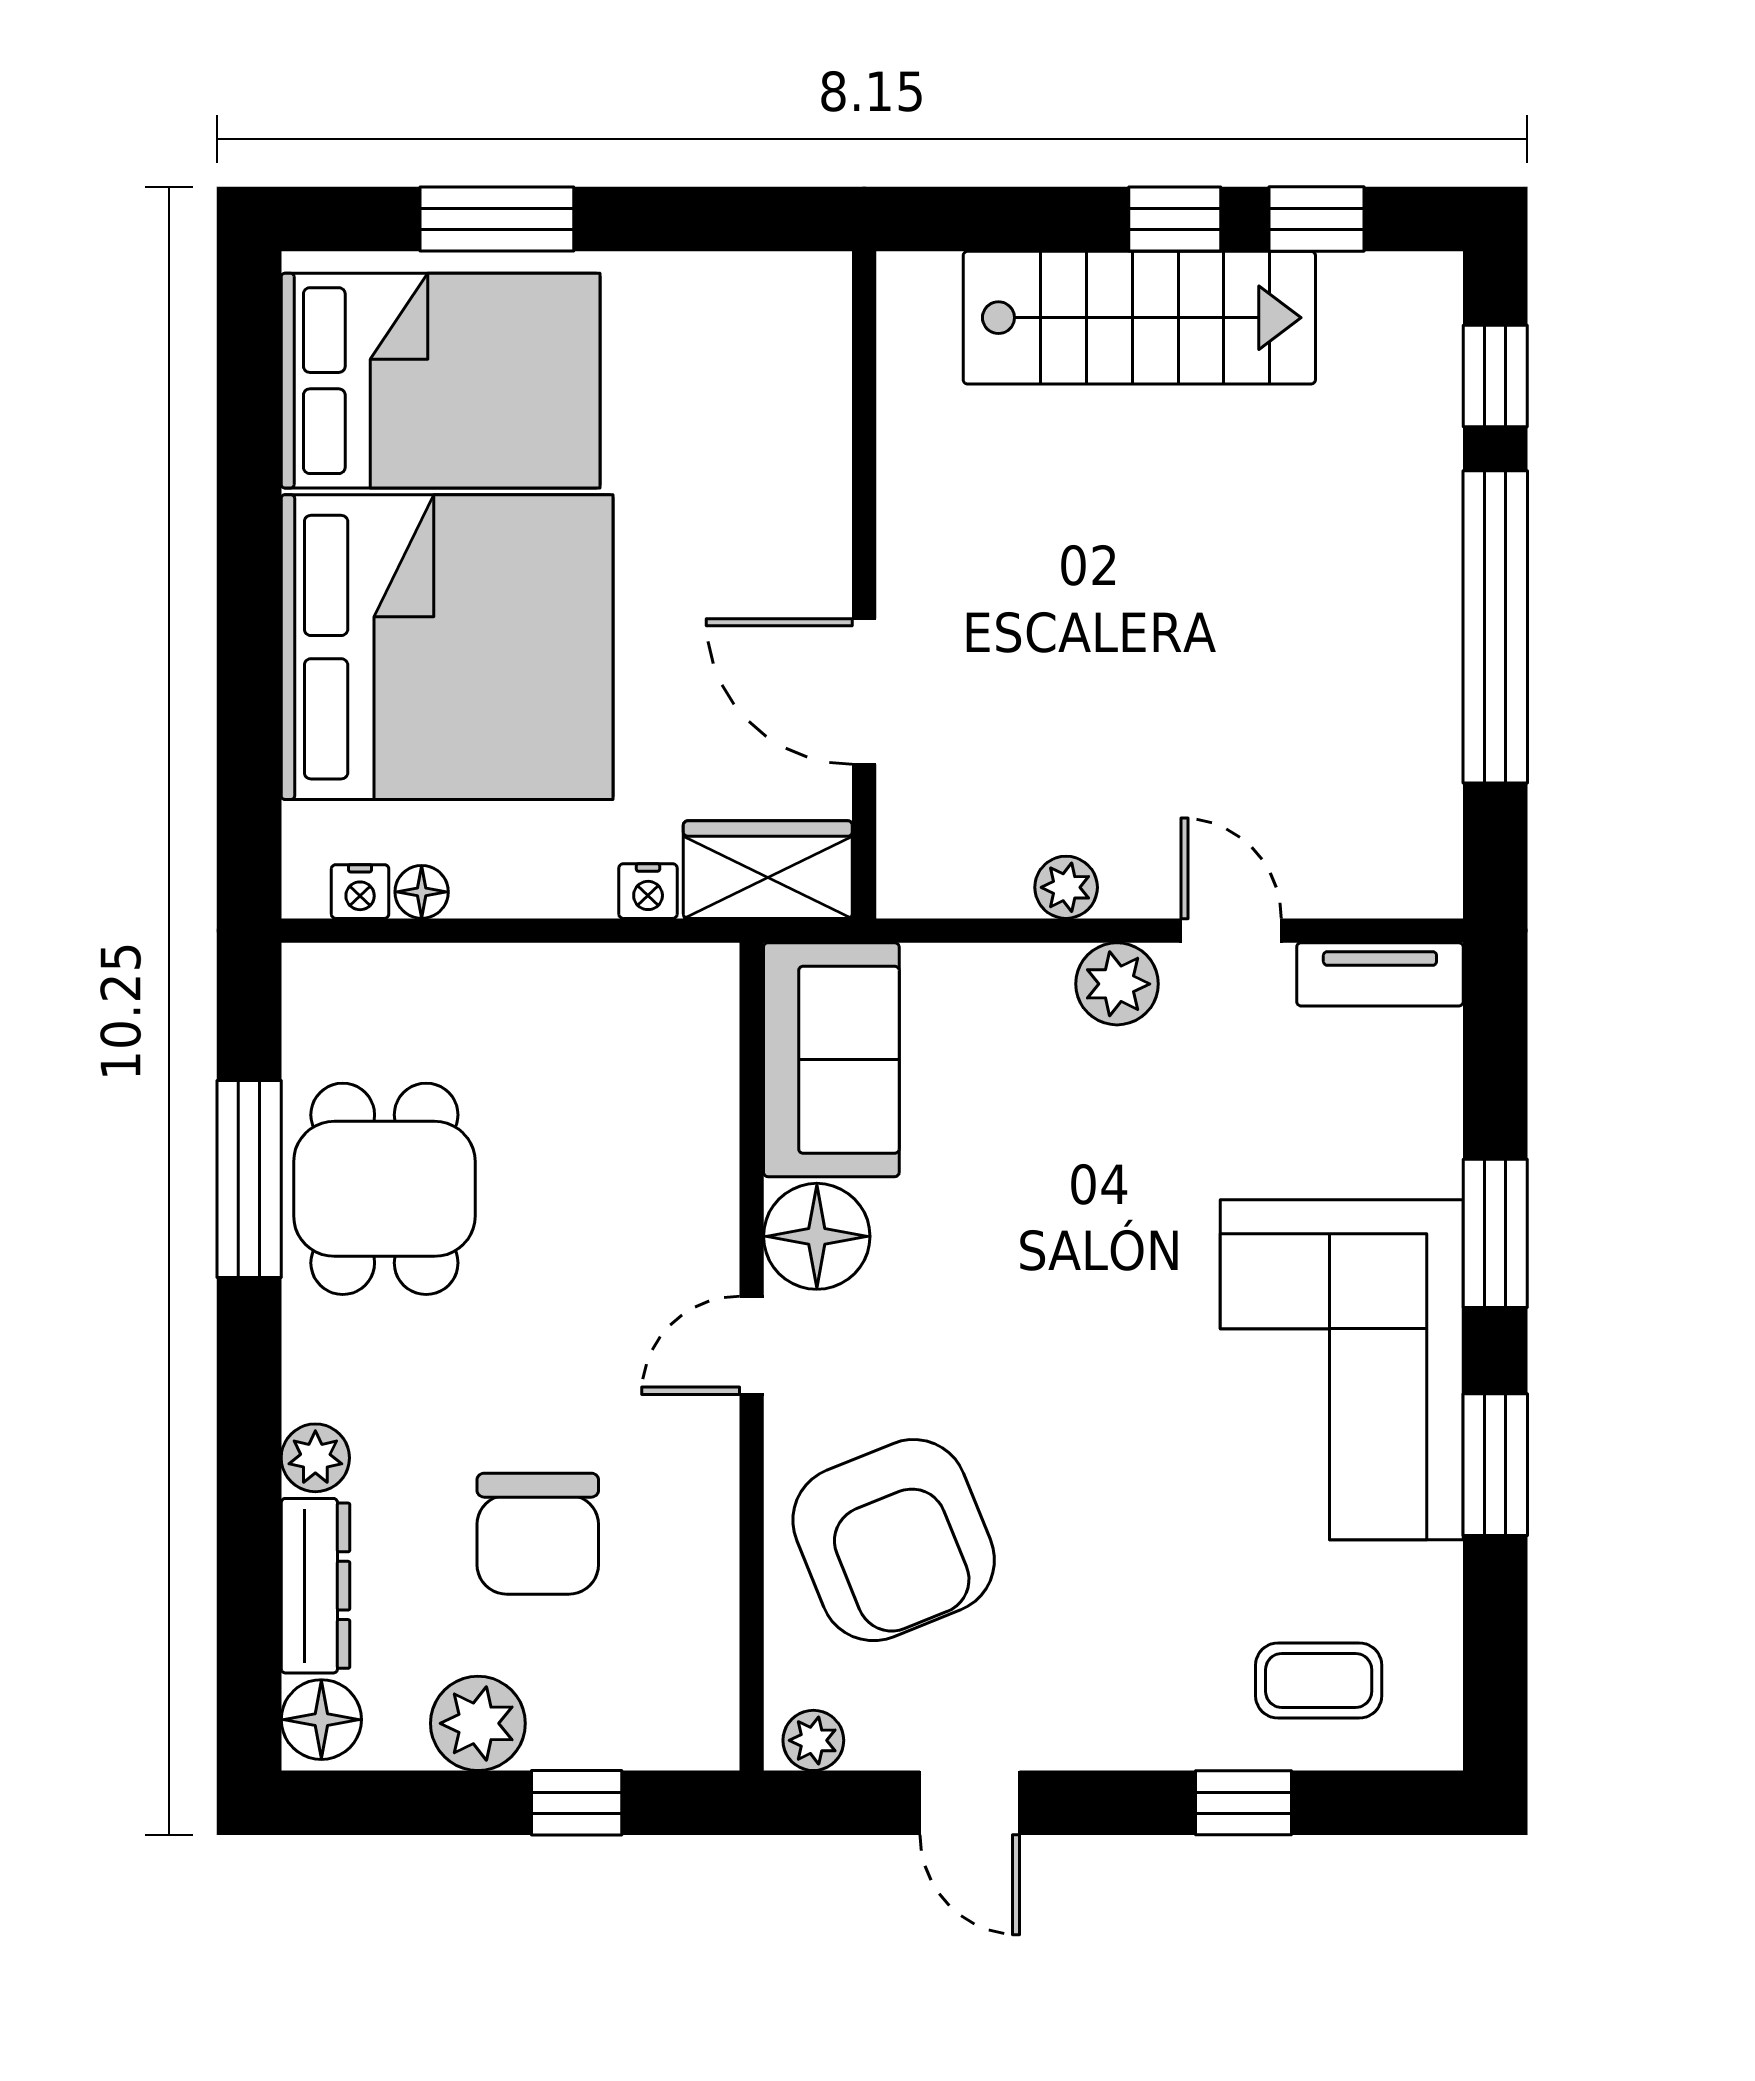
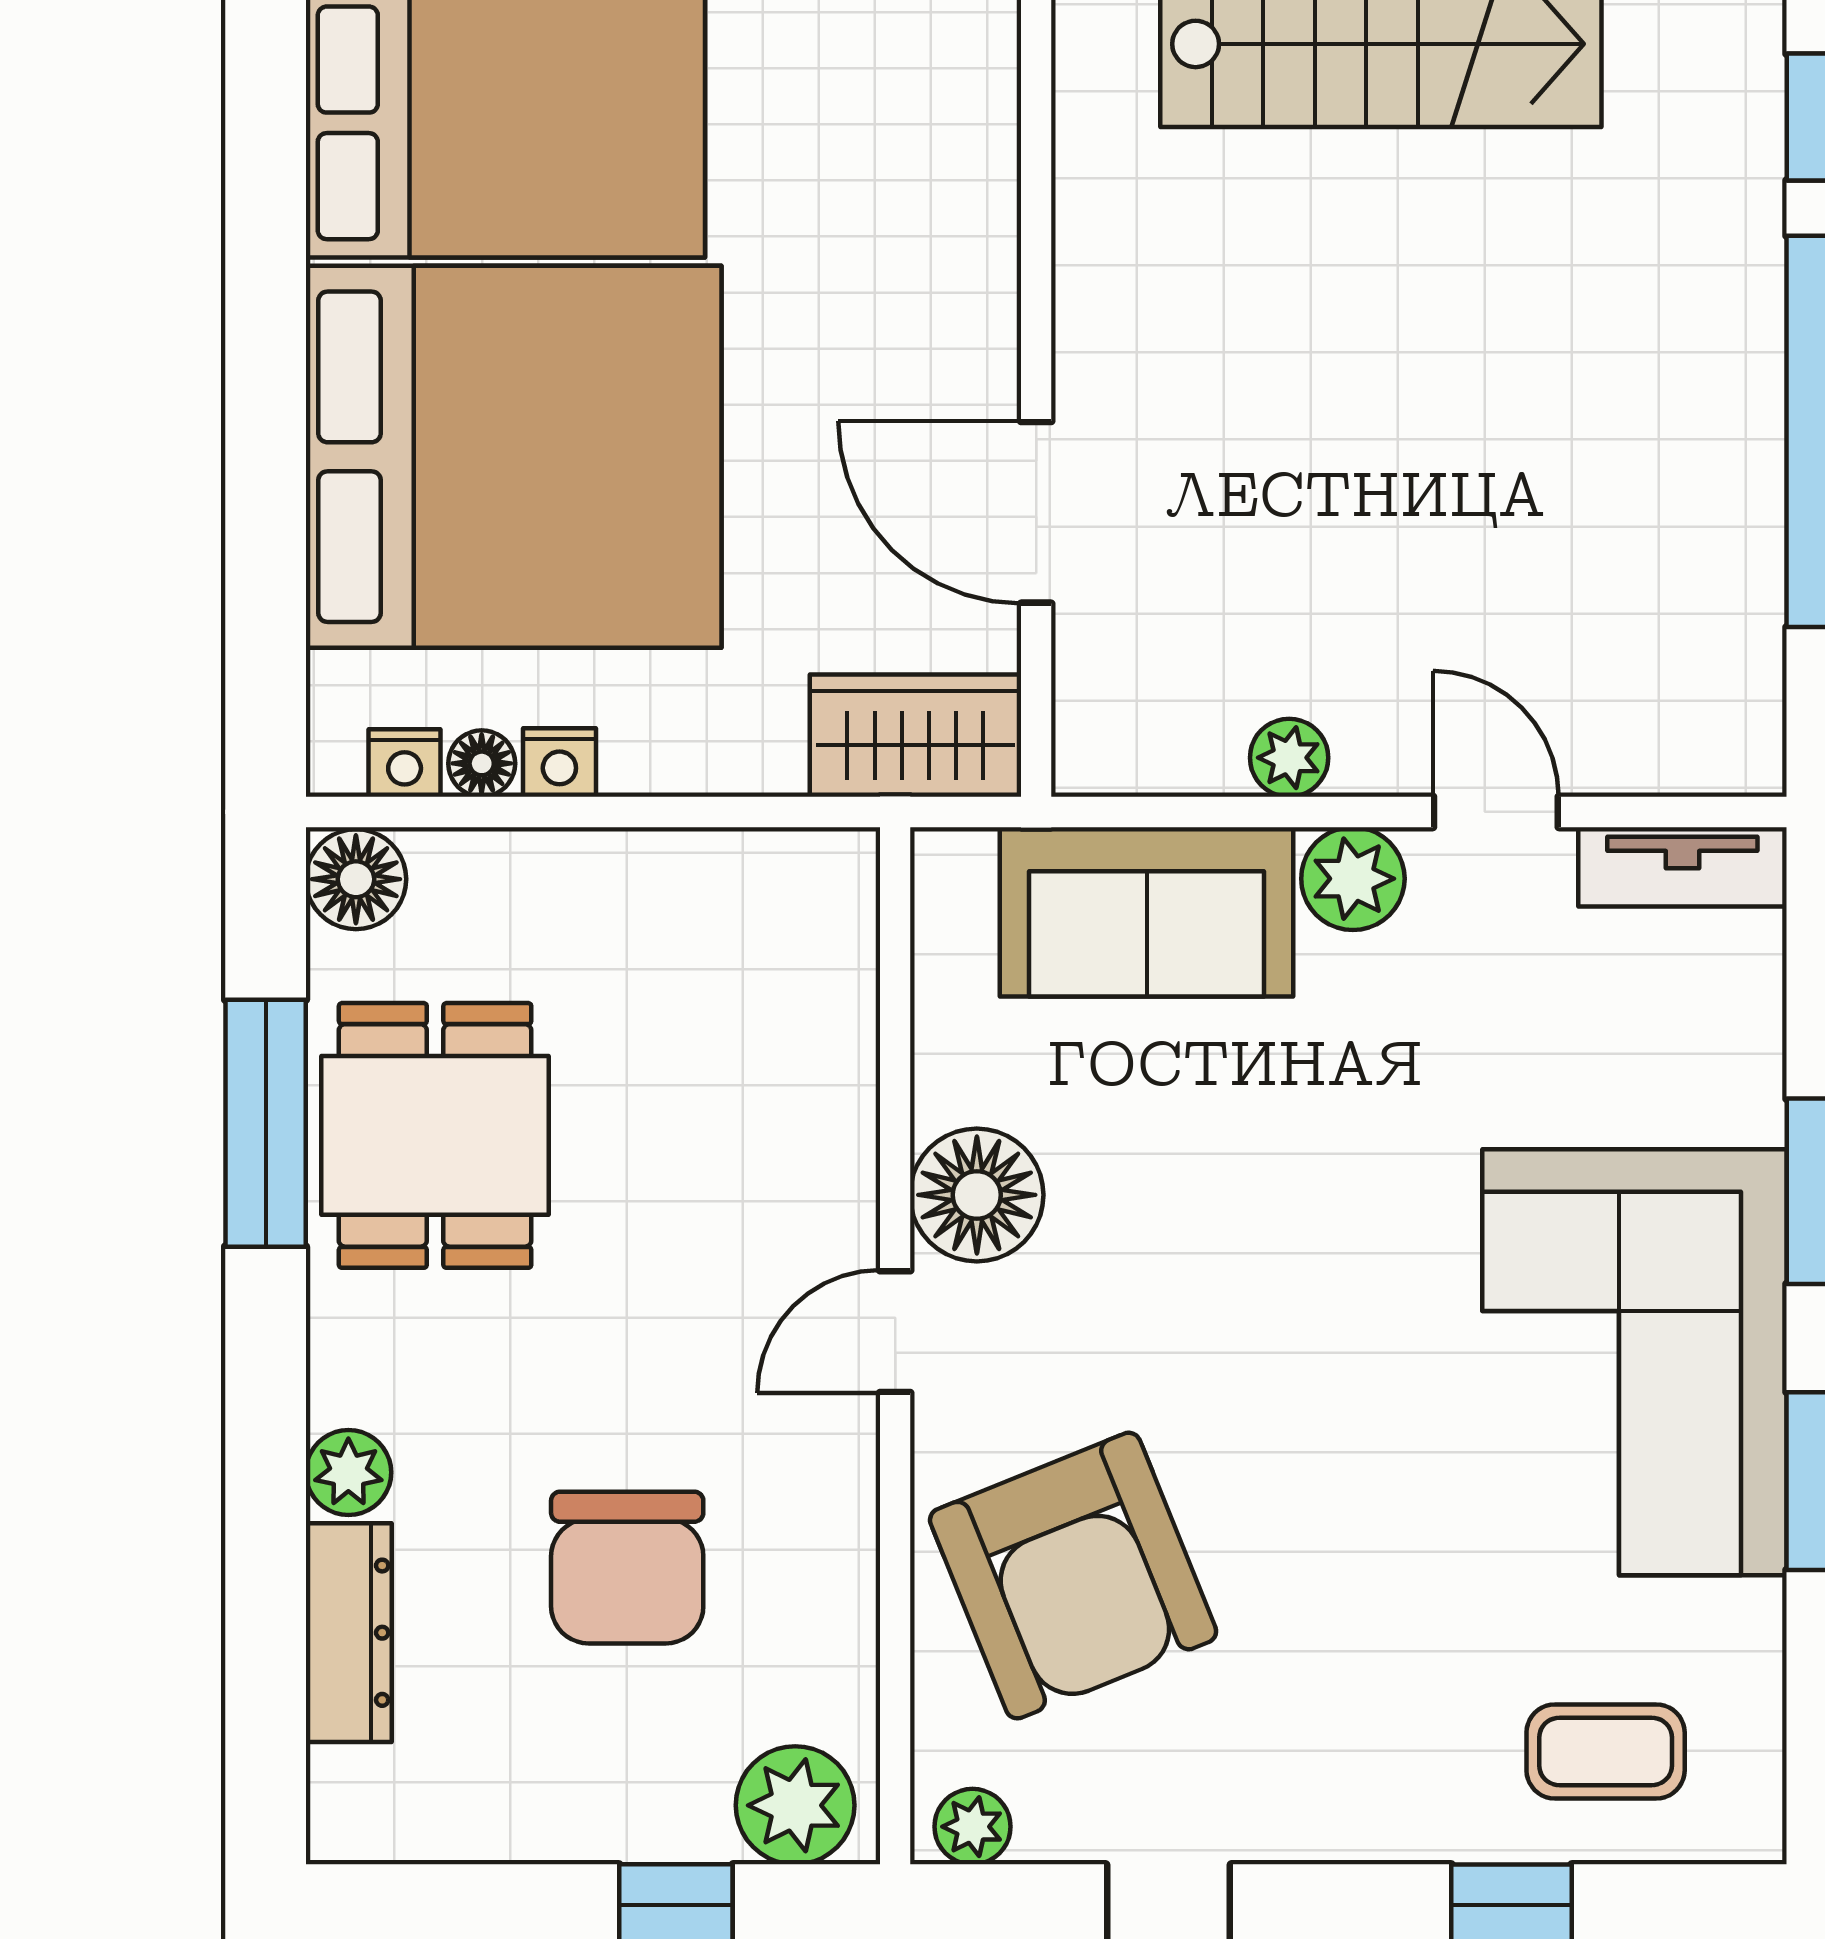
nightstand: (648, 891) -> (559, 762), moved
sofa: (831, 1060) -> (1147, 912), moved, turned 90
floor lamp: (321, 1720) -> (356, 879), moved
plant: (478, 1723) -> (795, 1805), moved

